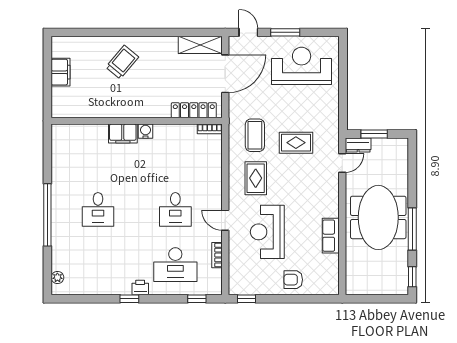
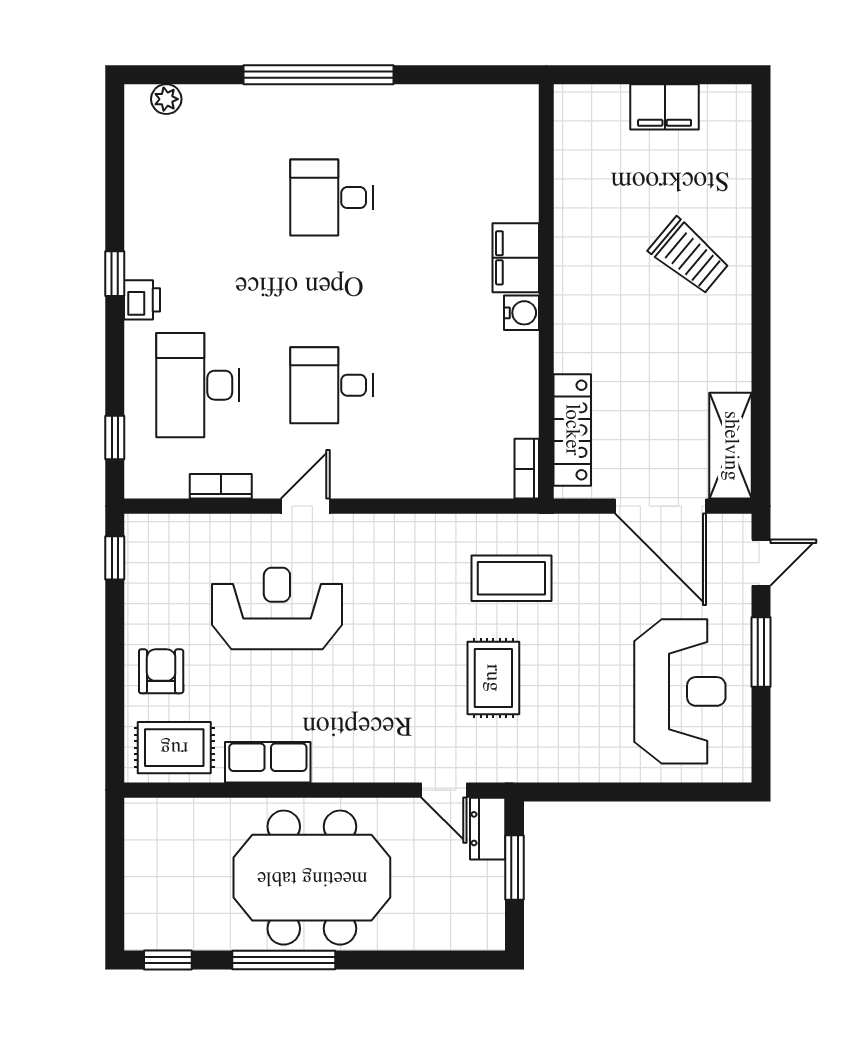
rug: (256, 178) -> (174, 748), moved

